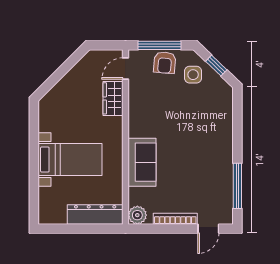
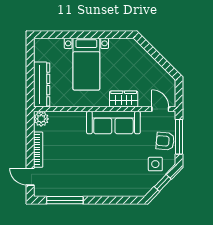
wardrobe: (113, 98) -> (124, 99), moved
sofa: (142, 162) -> (113, 123), moved, width x1.36

